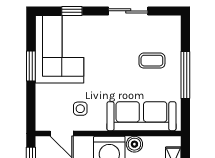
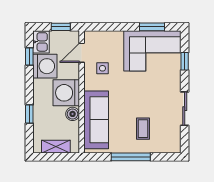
window: (31, 66) -> (152, 27), moved

